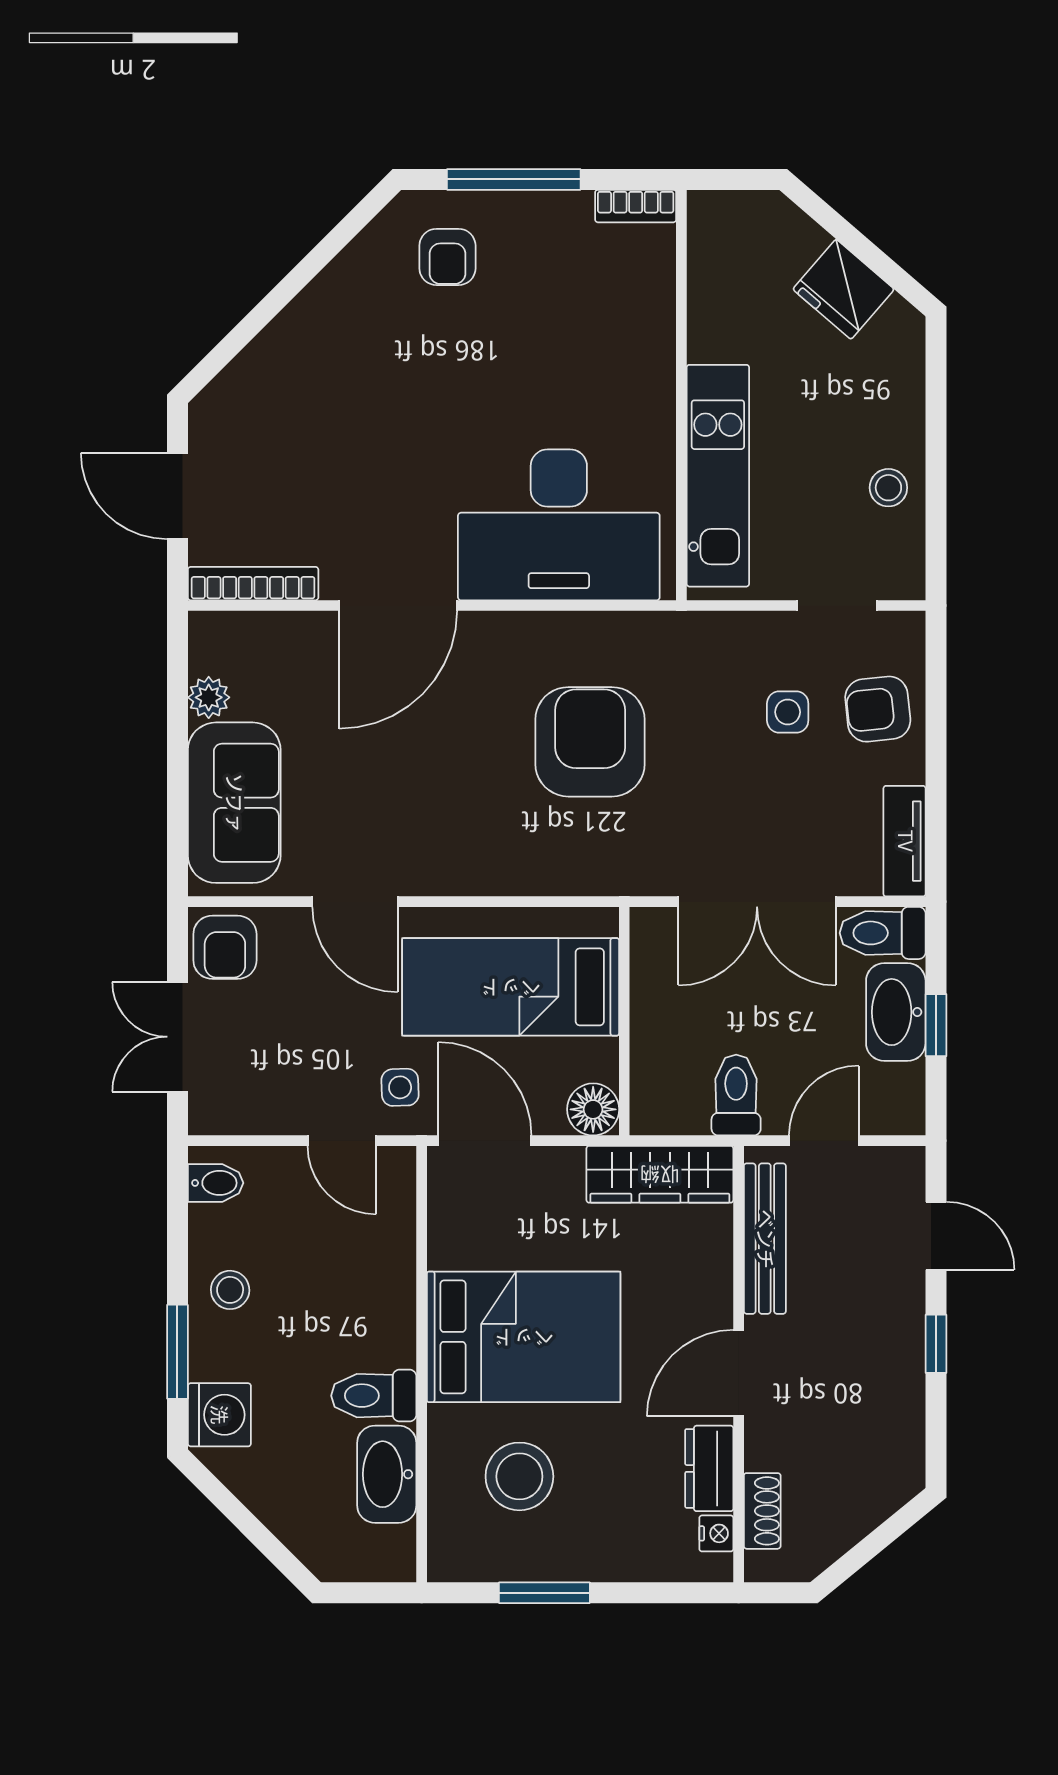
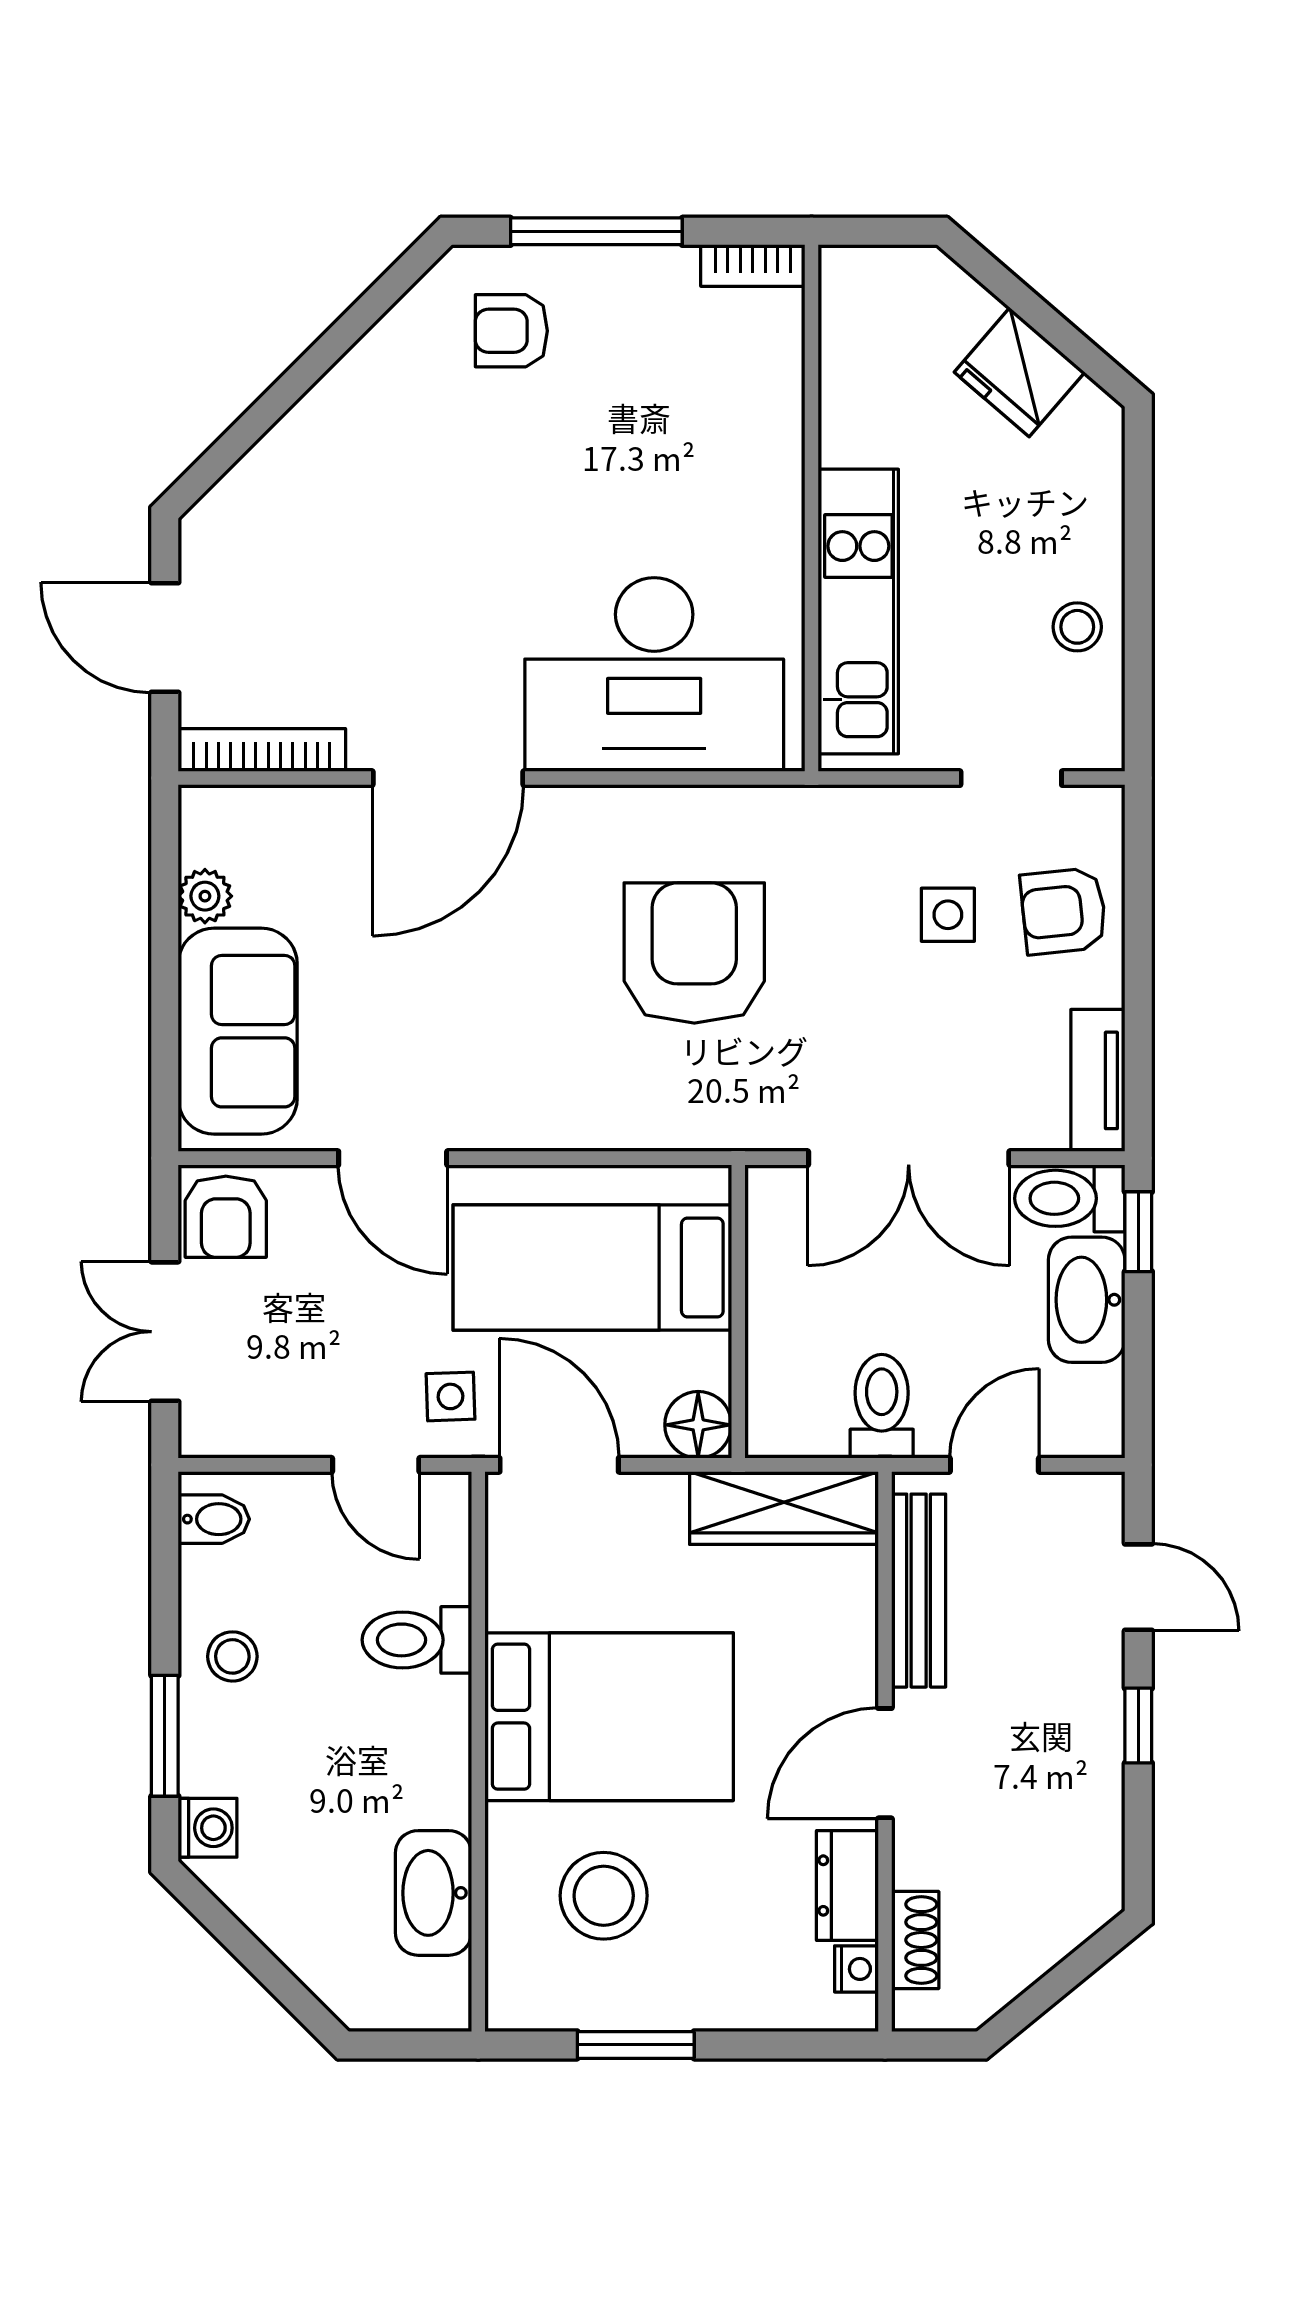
armchair: (447, 257) -> (511, 331), turned 90
window: (936, 1025) -> (1138, 1232), moved
toilet: (374, 1396) -> (417, 1640), moved
washing machine: (219, 1415) -> (208, 1828), width x0.73, depth x0.73

